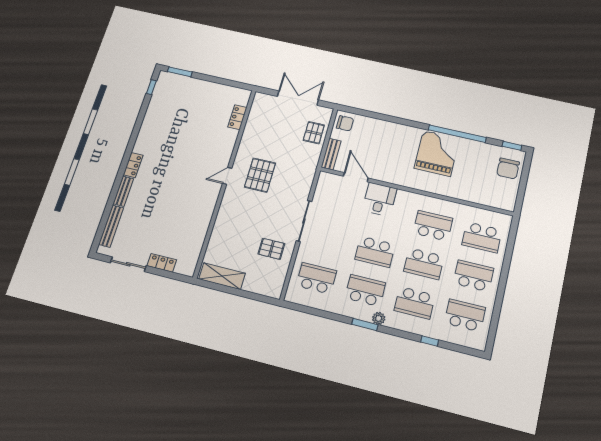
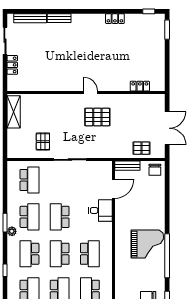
locker: (133, 165) -> (115, 19), moved

